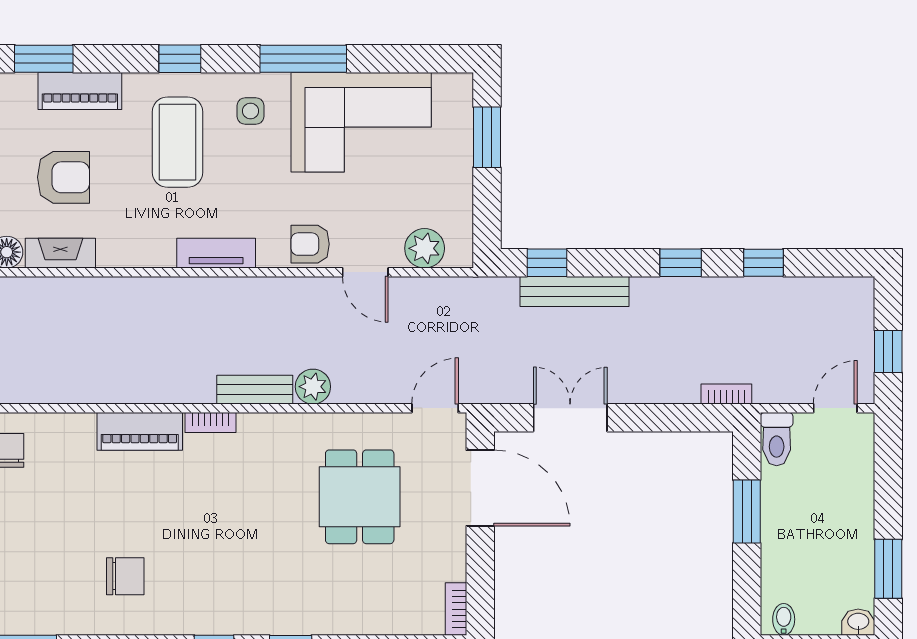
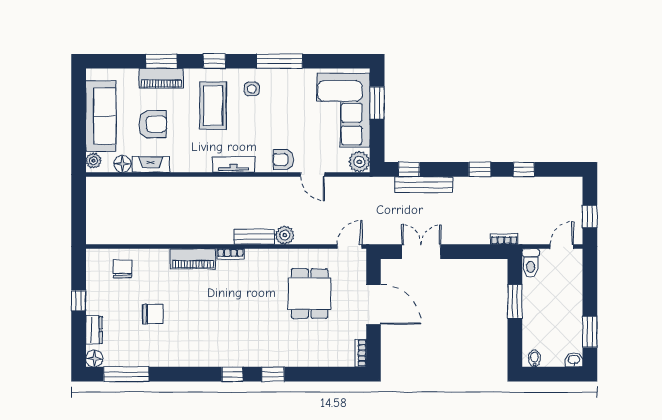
window: (44, 59) -> (162, 61), moved
corner sofa: (361, 122) -> (343, 110), moved, turned 90
plant: (425, 248) -> (359, 162), moved
door: (480, 488) -> (373, 304), moved
chair: (125, 576) -> (153, 314), moved

